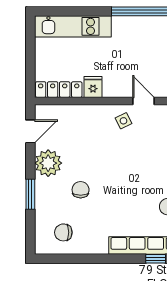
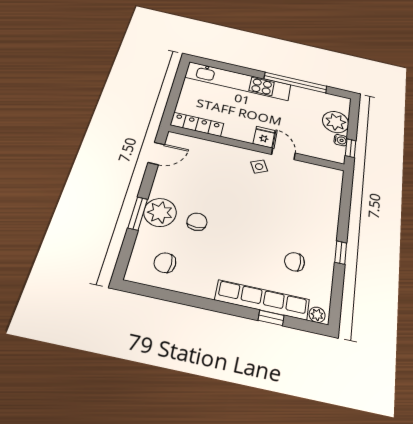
kitchen unit: (73, 26) -> (238, 81), width x1.36
fridge: (93, 87) -> (264, 137), moved
plant: (48, 163) -> (160, 212), moved

